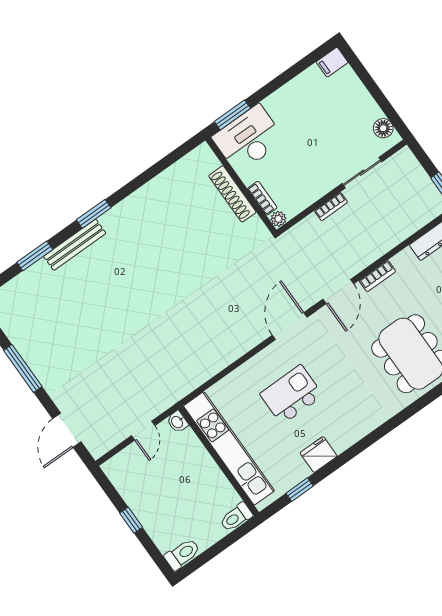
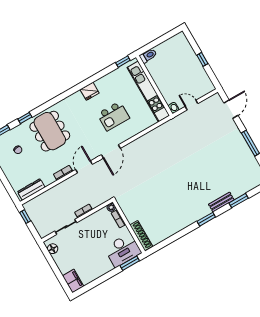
filing cabinet: (332, 62) -> (73, 281), width x2.00
shoe rack: (232, 194) -> (141, 236), moved
bench: (75, 245) -> (221, 202), width x0.73
door: (143, 431) -> (192, 105), hinge flipped
fridge: (319, 455) -> (90, 91), moved
window: (300, 490) -> (123, 62), moved
toilet: (182, 554) -> (178, 39), removed

